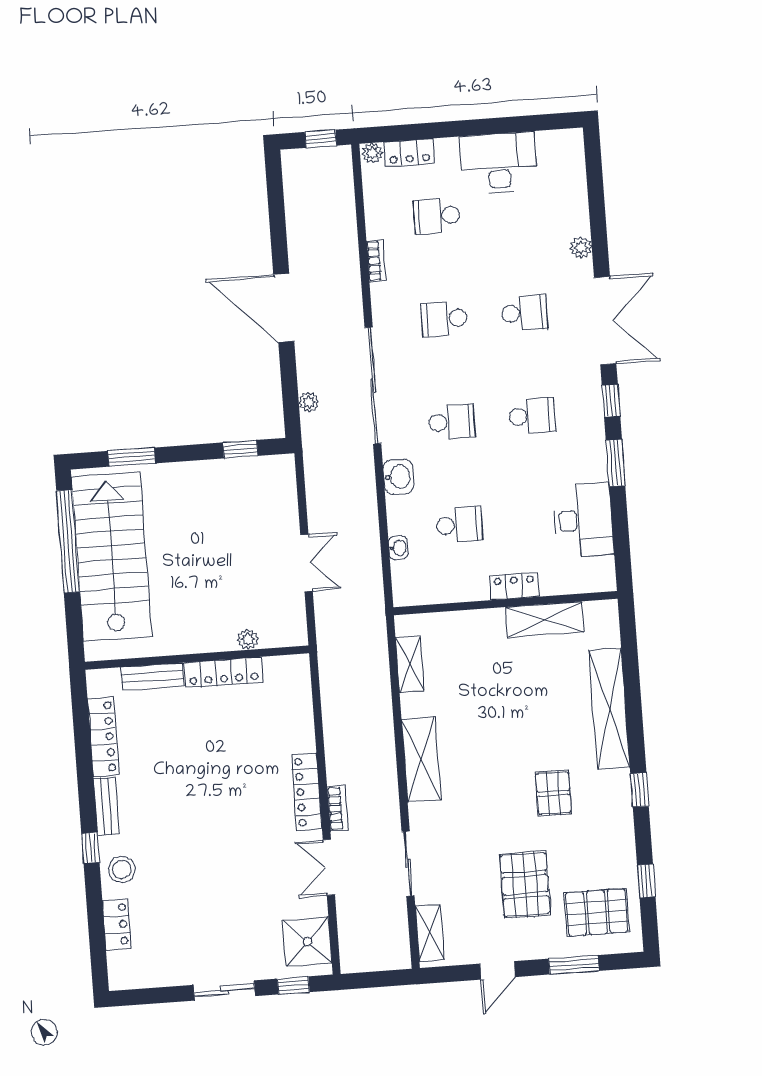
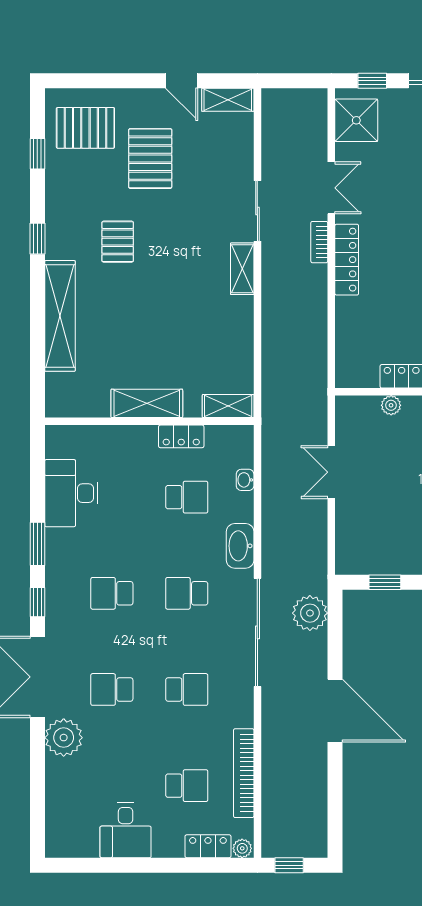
desk: (499, 163) -> (126, 830), width x0.73
plant: (581, 248) -> (64, 738), width x1.87, depth x1.87
bookcase: (376, 261) -> (244, 773), width x2.31, depth x1.31
plant: (309, 402) -> (310, 613), width x1.88, depth x1.88
washbasin: (398, 477) -> (240, 546), width x1.38
school desk: (459, 525) -> (187, 497), turned 180
locker: (514, 586) -> (181, 436), moved
shelving: (545, 620) -> (147, 403), moved
shelving: (410, 664) -> (228, 406), moved, turned 90
shelving: (421, 760) -> (242, 269), width x0.67, depth x0.75
sliding door: (408, 864) -> (257, 211), moved
shelving: (430, 933) -> (228, 100), moved, turned 90
window: (574, 965) -> (110, 81), removed
door: (498, 970) -> (182, 81), swing flipped

